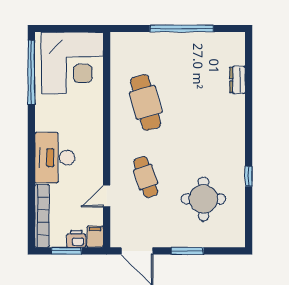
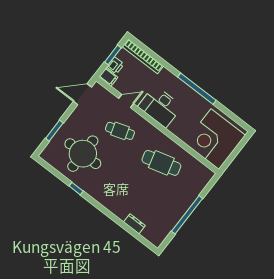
window: (31, 72) -> (197, 89), moved
desk: (55, 158) -> (160, 106), moved, turned 180
door: (107, 196) -> (126, 101), hinge flipped
round table: (203, 199) -> (83, 154), width x1.36, depth x1.36
window: (187, 251) -> (54, 131), moved

